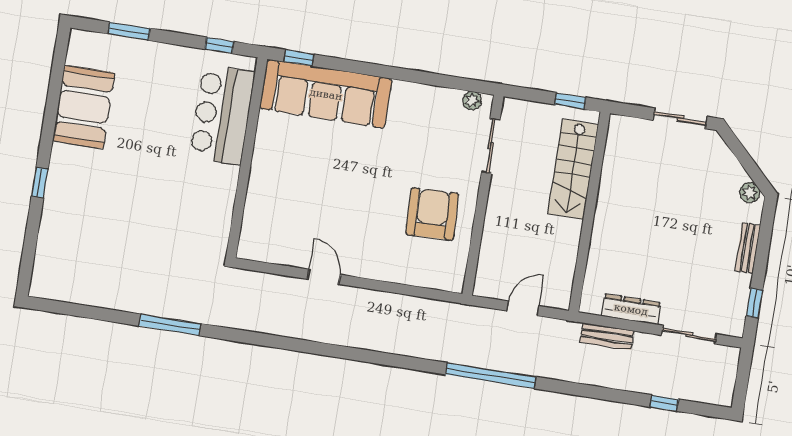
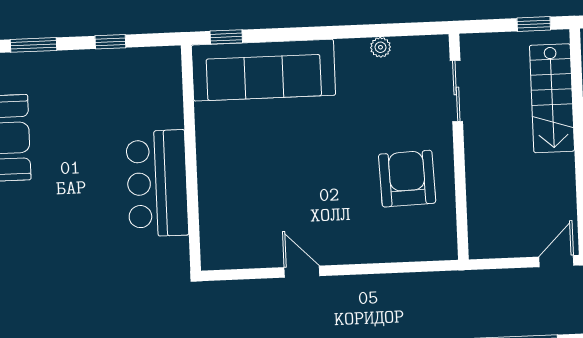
window: (219, 45) -> (110, 42), moved
plant: (472, 101) -> (380, 47), moved
bar counter: (222, 115) -> (157, 183), moved
door: (523, 308) -> (556, 261), moved

